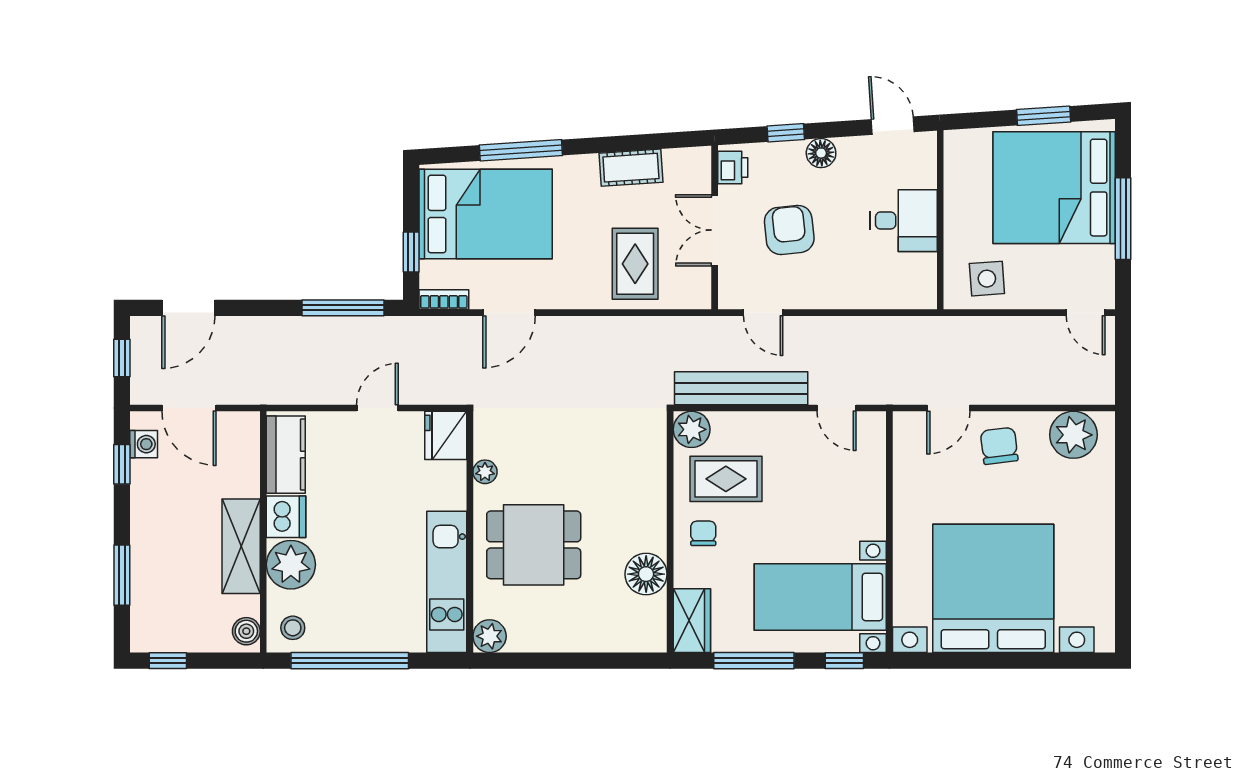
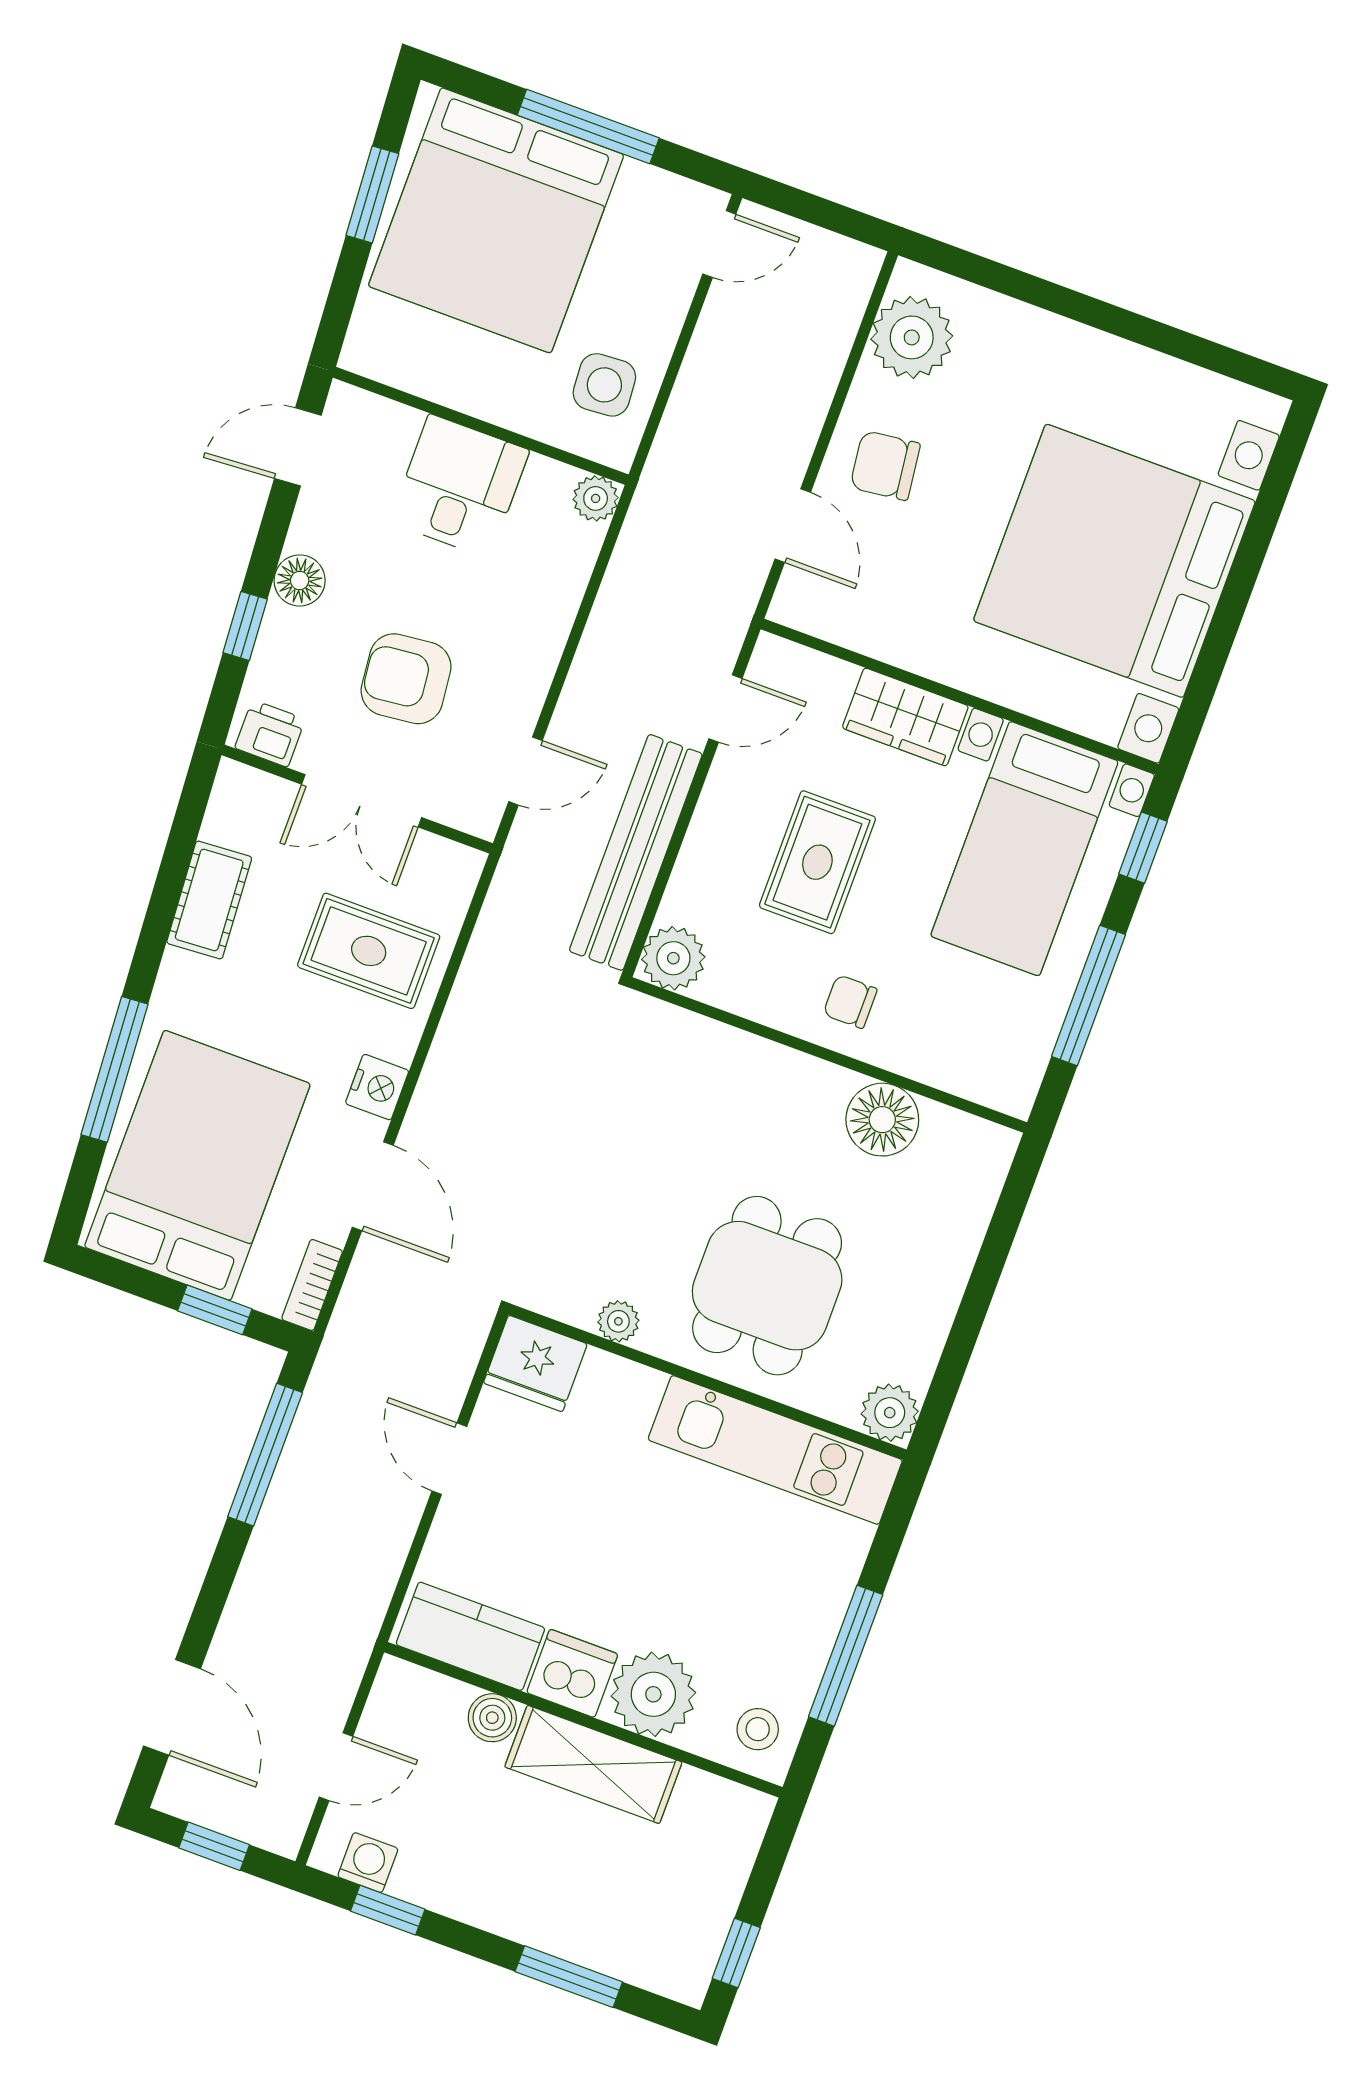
nightstand: (563, 295) -> (377, 1087), added
plant: (924, 296) -> (596, 498), added
door: (189, 408) -> (336, 1767), width x0.73
rug: (726, 479) -> (817, 862), moved
wardrobe: (692, 621) -> (905, 717), moved, turned 180
boiler: (246, 631) -> (492, 1718), moved
window: (350, 661) -> (846, 1656), width x0.68

